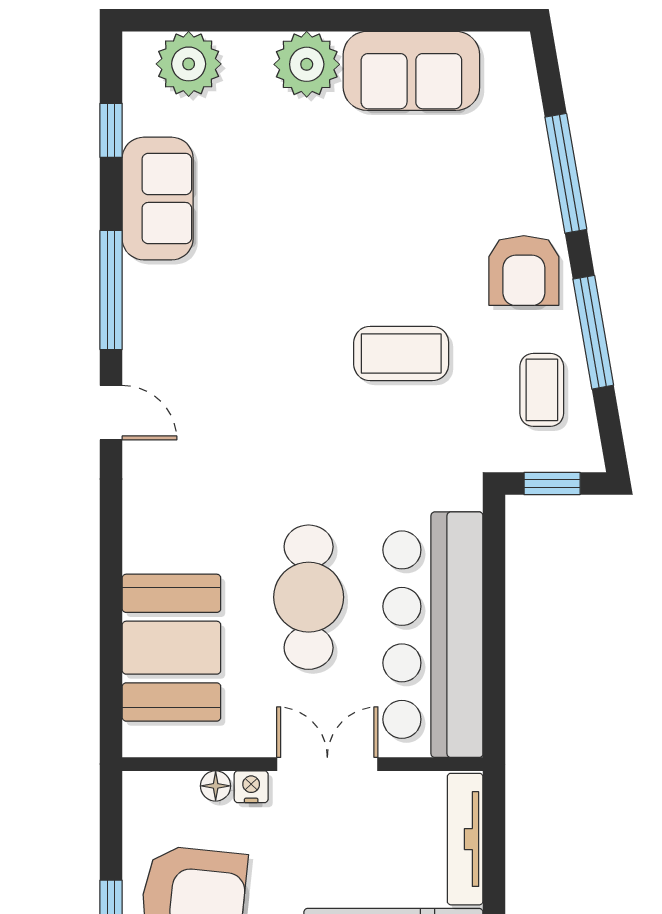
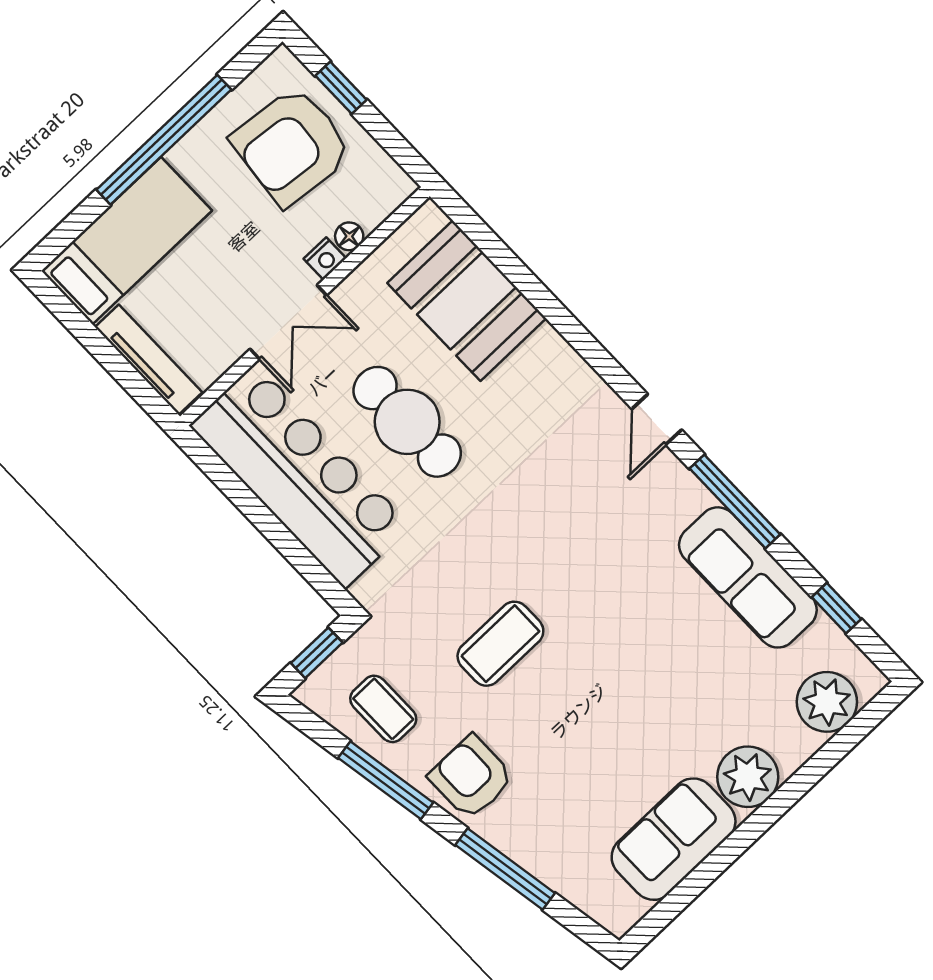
sofa: (158, 199) -> (748, 577), width x1.36
door: (111, 413) -> (657, 419), hinge flipped

